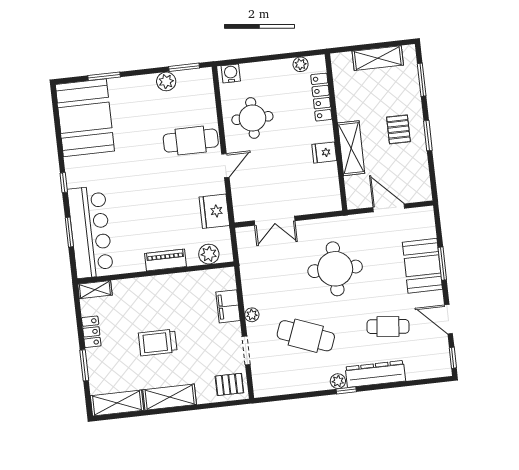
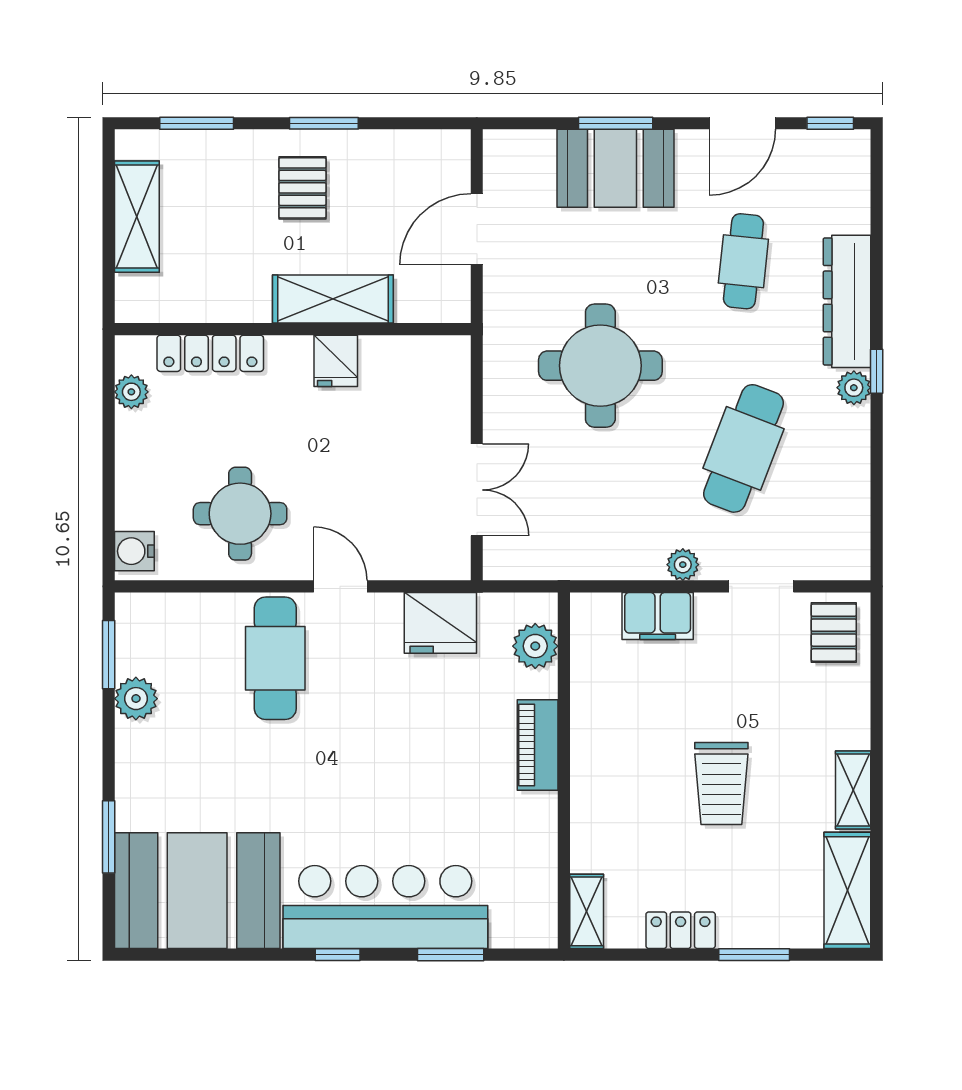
pallet: (398, 129) -> (302, 188), turned 90
bar counter: (90, 232) -> (385, 907), moved
shelving: (170, 397) -> (853, 790), width x0.67, depth x0.75

